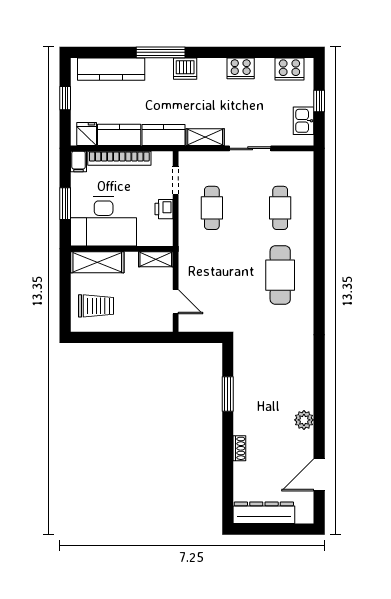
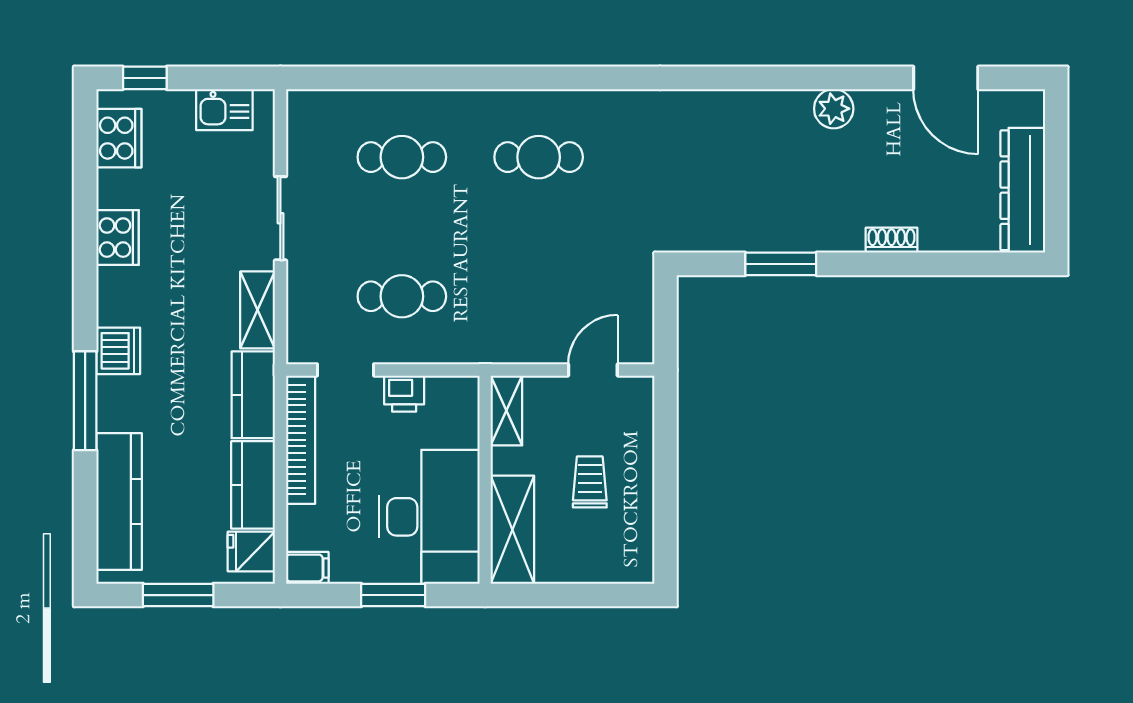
window: (65, 98) -> (178, 595), width x1.50
window: (319, 101) -> (145, 78), moved
bookcase: (119, 158) -> (301, 440), moved
cafe table: (280, 275) -> (539, 157), width x0.73, depth x0.74
trolley: (96, 306) -> (590, 482), moved, width x0.73, depth x0.72

